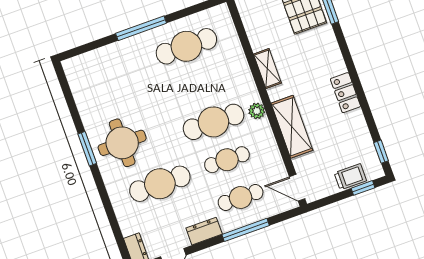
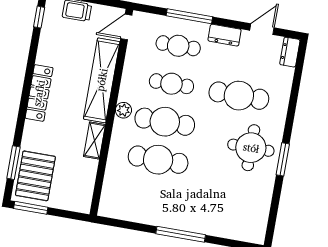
cafe table: (186, 46) -> (158, 160), moved
locker: (345, 93) -> (39, 93), width x1.53
shelving: (292, 127) -> (102, 80), width x1.47
door: (297, 188) -> (126, 27), swing flipped

